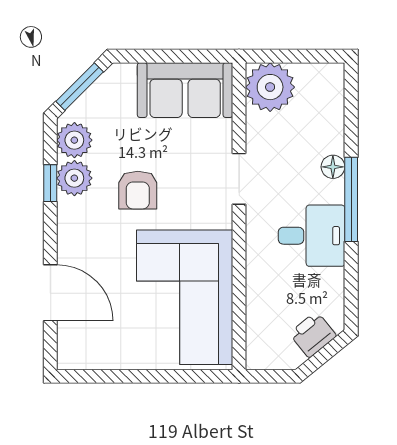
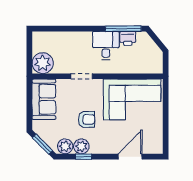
floor lamp: (333, 167) -> (77, 36), removed
window: (351, 199) -> (123, 29), moved
printer: (313, 335) -> (128, 38), moved, turned -51

